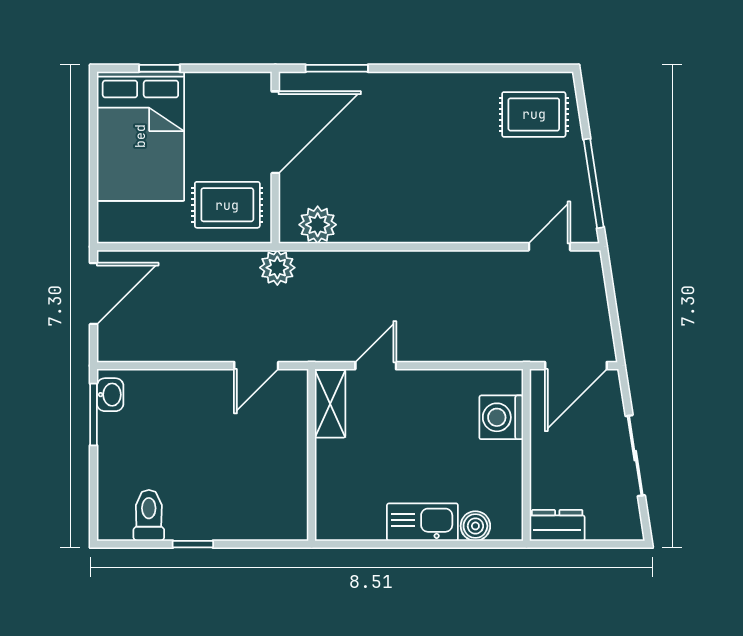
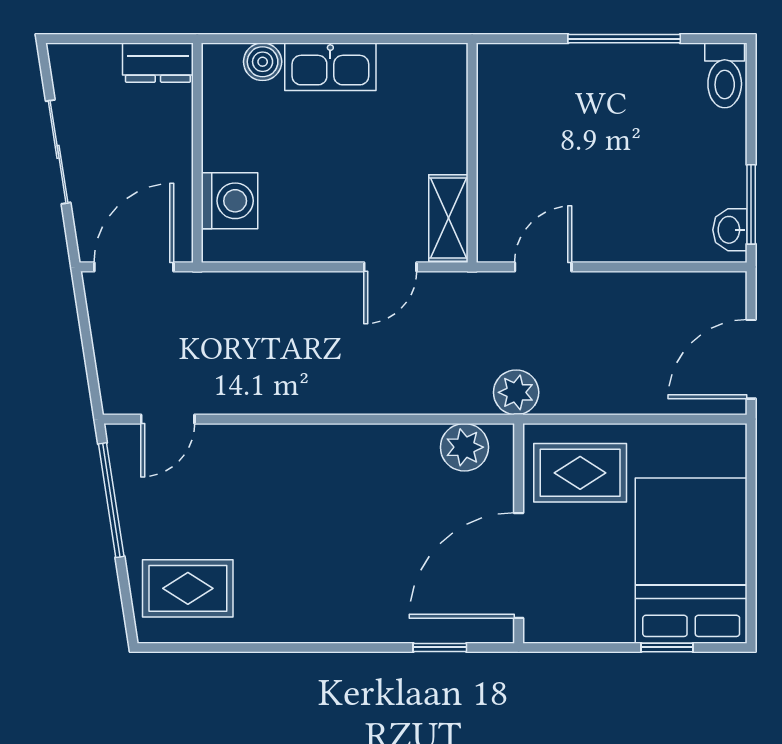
window: (337, 68) -> (440, 647), width x0.67
toilet: (149, 515) -> (725, 75), moved
window: (193, 544) -> (624, 39), width x2.17

